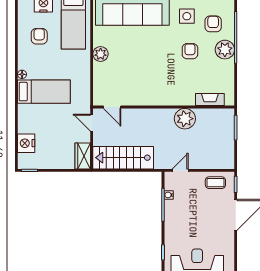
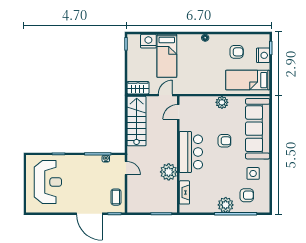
armchair: (190, 51) -> (224, 141), moved
bed: (44, 92) -> (167, 56), moved
bar counter: (161, 92) -> (191, 152), added

